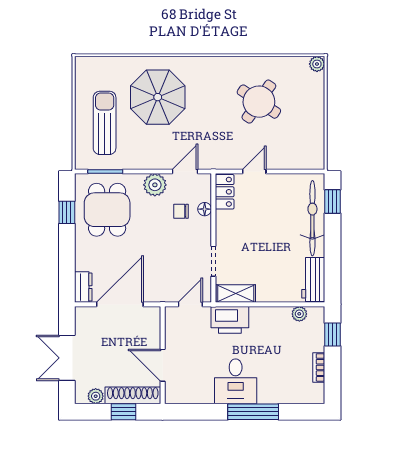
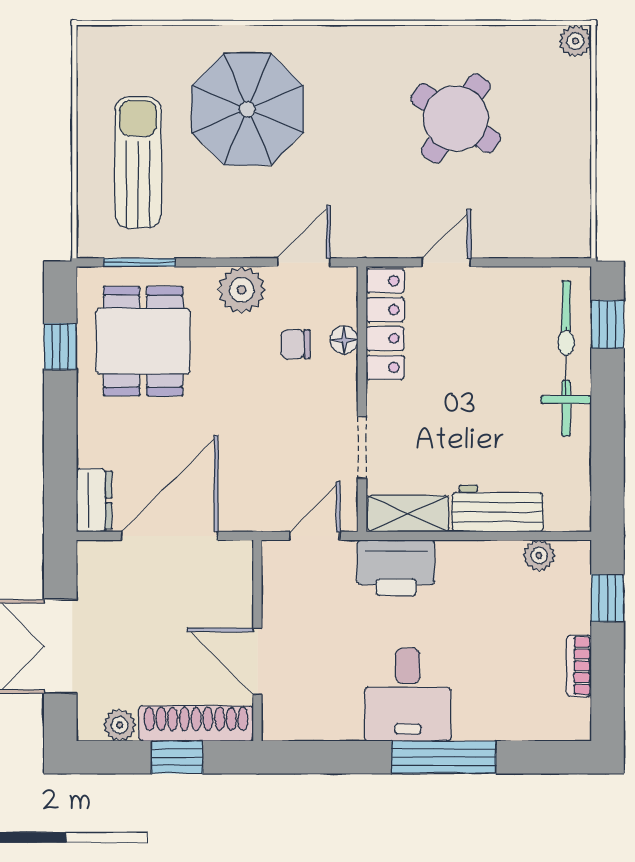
locker: (225, 192) -> (385, 324), width x1.53
workbench: (313, 280) -> (497, 508), moved, turned 90

